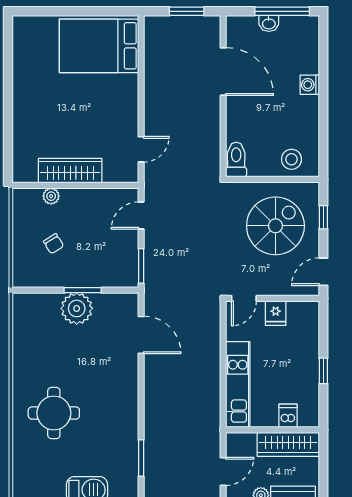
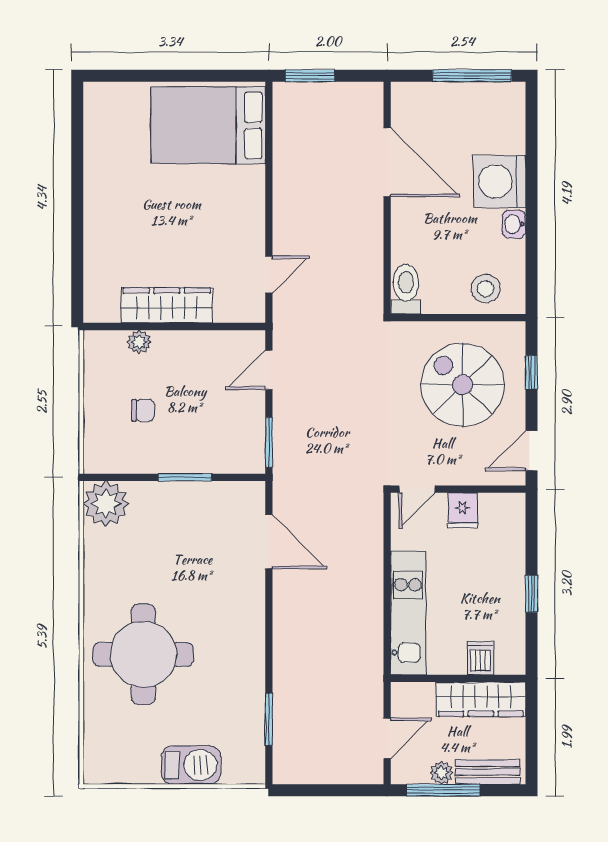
window: (187, 11) -> (310, 76), moved
washbasin: (269, 23) -> (514, 224), moved, turned 90
washing machine: (310, 85) -> (499, 181), width x1.89, depth x1.89
spiral stairs: (275, 226) -> (462, 385), turned -90
chair: (54, 244) -> (143, 410), turned -58
plant: (77, 308) -> (106, 504), moved
round table: (54, 413) -> (143, 654), width x1.36, depth x1.36

